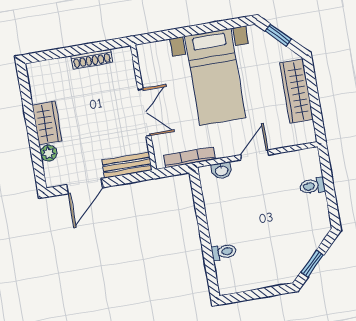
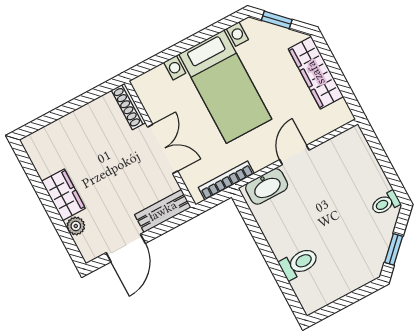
shoe rack: (92, 59) -> (128, 106), moved, turned 90
washbasin: (222, 170) -> (267, 186), width x1.91, depth x1.45
toilet: (312, 186) -> (385, 203), moved
toilet: (224, 252) -> (299, 263), width x1.37, depth x1.39

